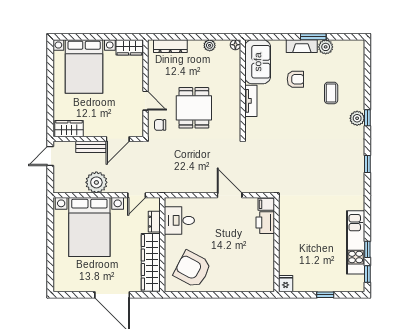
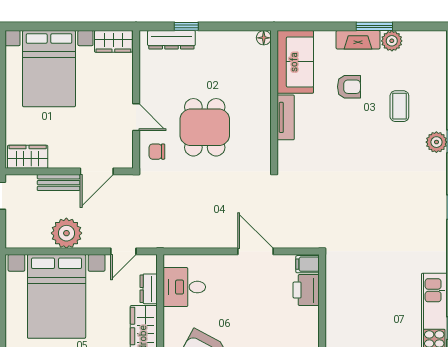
window: (181, 37) -> (186, 26), added
plant: (210, 45) -> (227, 39), removed

